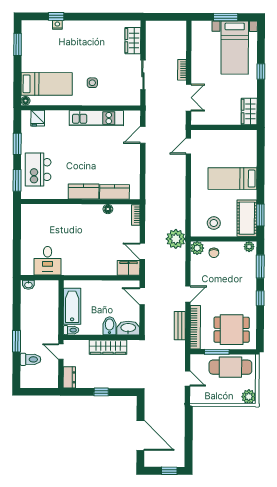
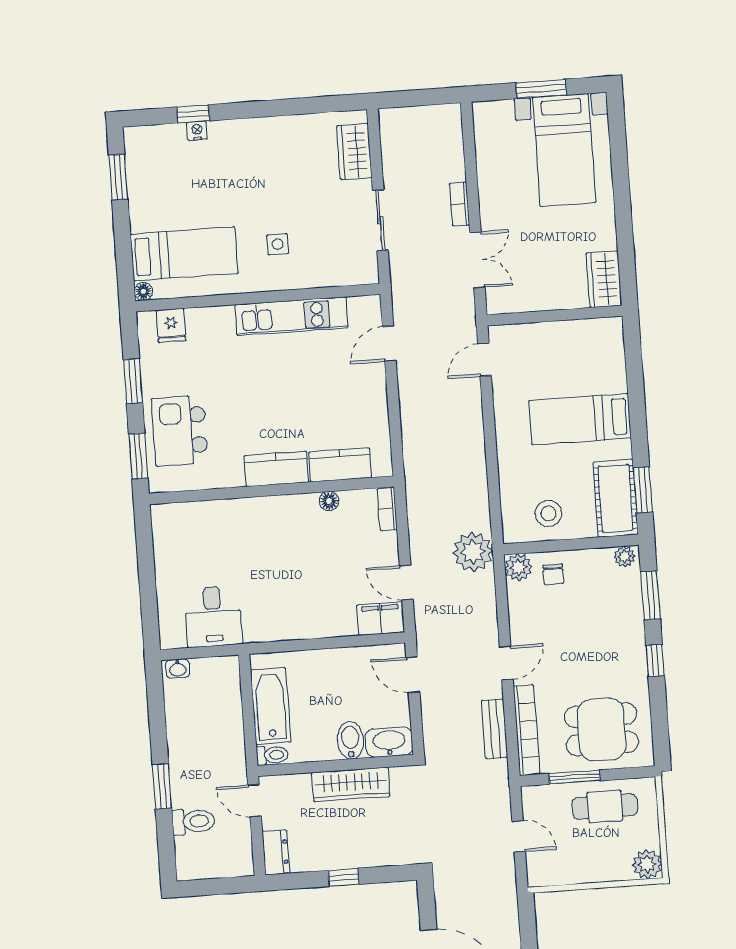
window: (261, 72) -> (622, 195), removed
cafe table: (230, 367) -> (605, 807), width x0.73, depth x0.74

